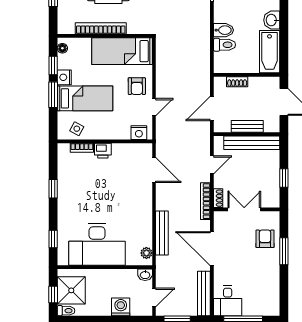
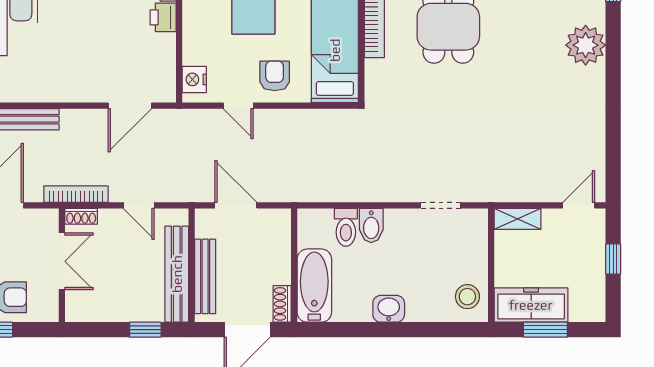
bathtub: (270, 52) -> (314, 286), moved, turned 90
shoe rack: (237, 82) -> (282, 304), moved
armchair: (137, 86) -> (275, 76), turned 90
bench: (247, 126) -> (205, 276), width x1.36
window: (284, 178) -> (145, 330), moved

